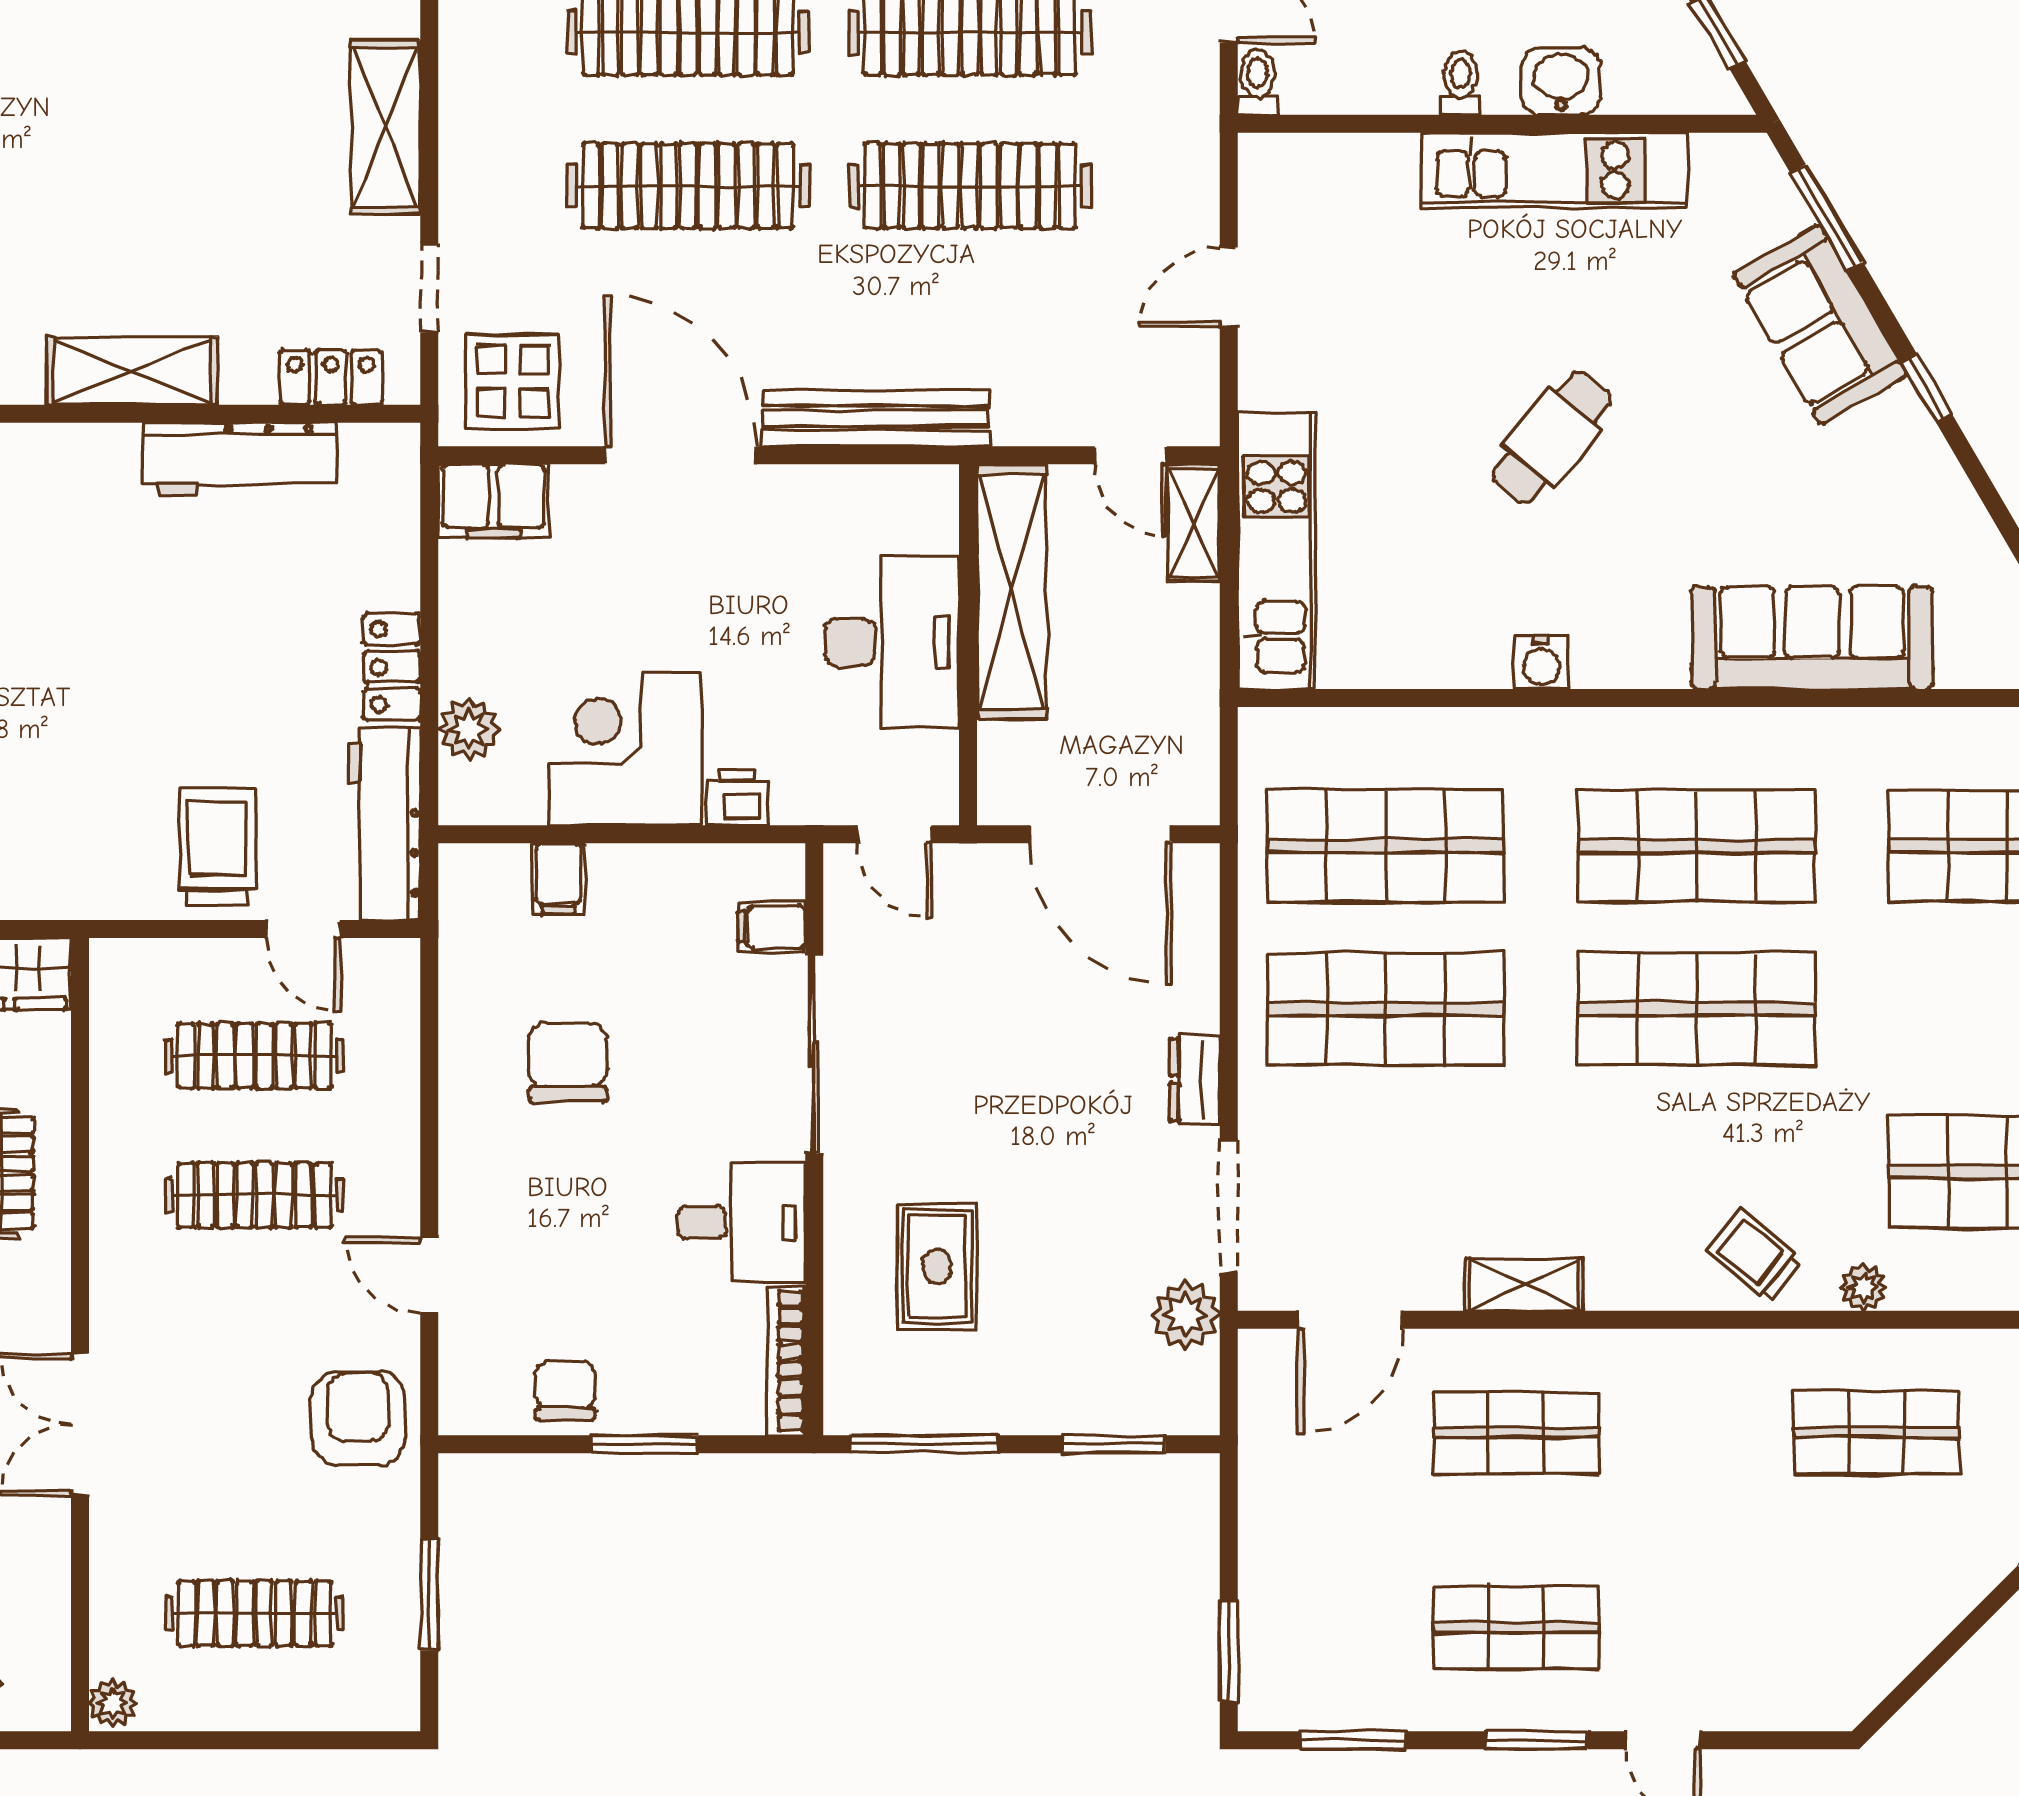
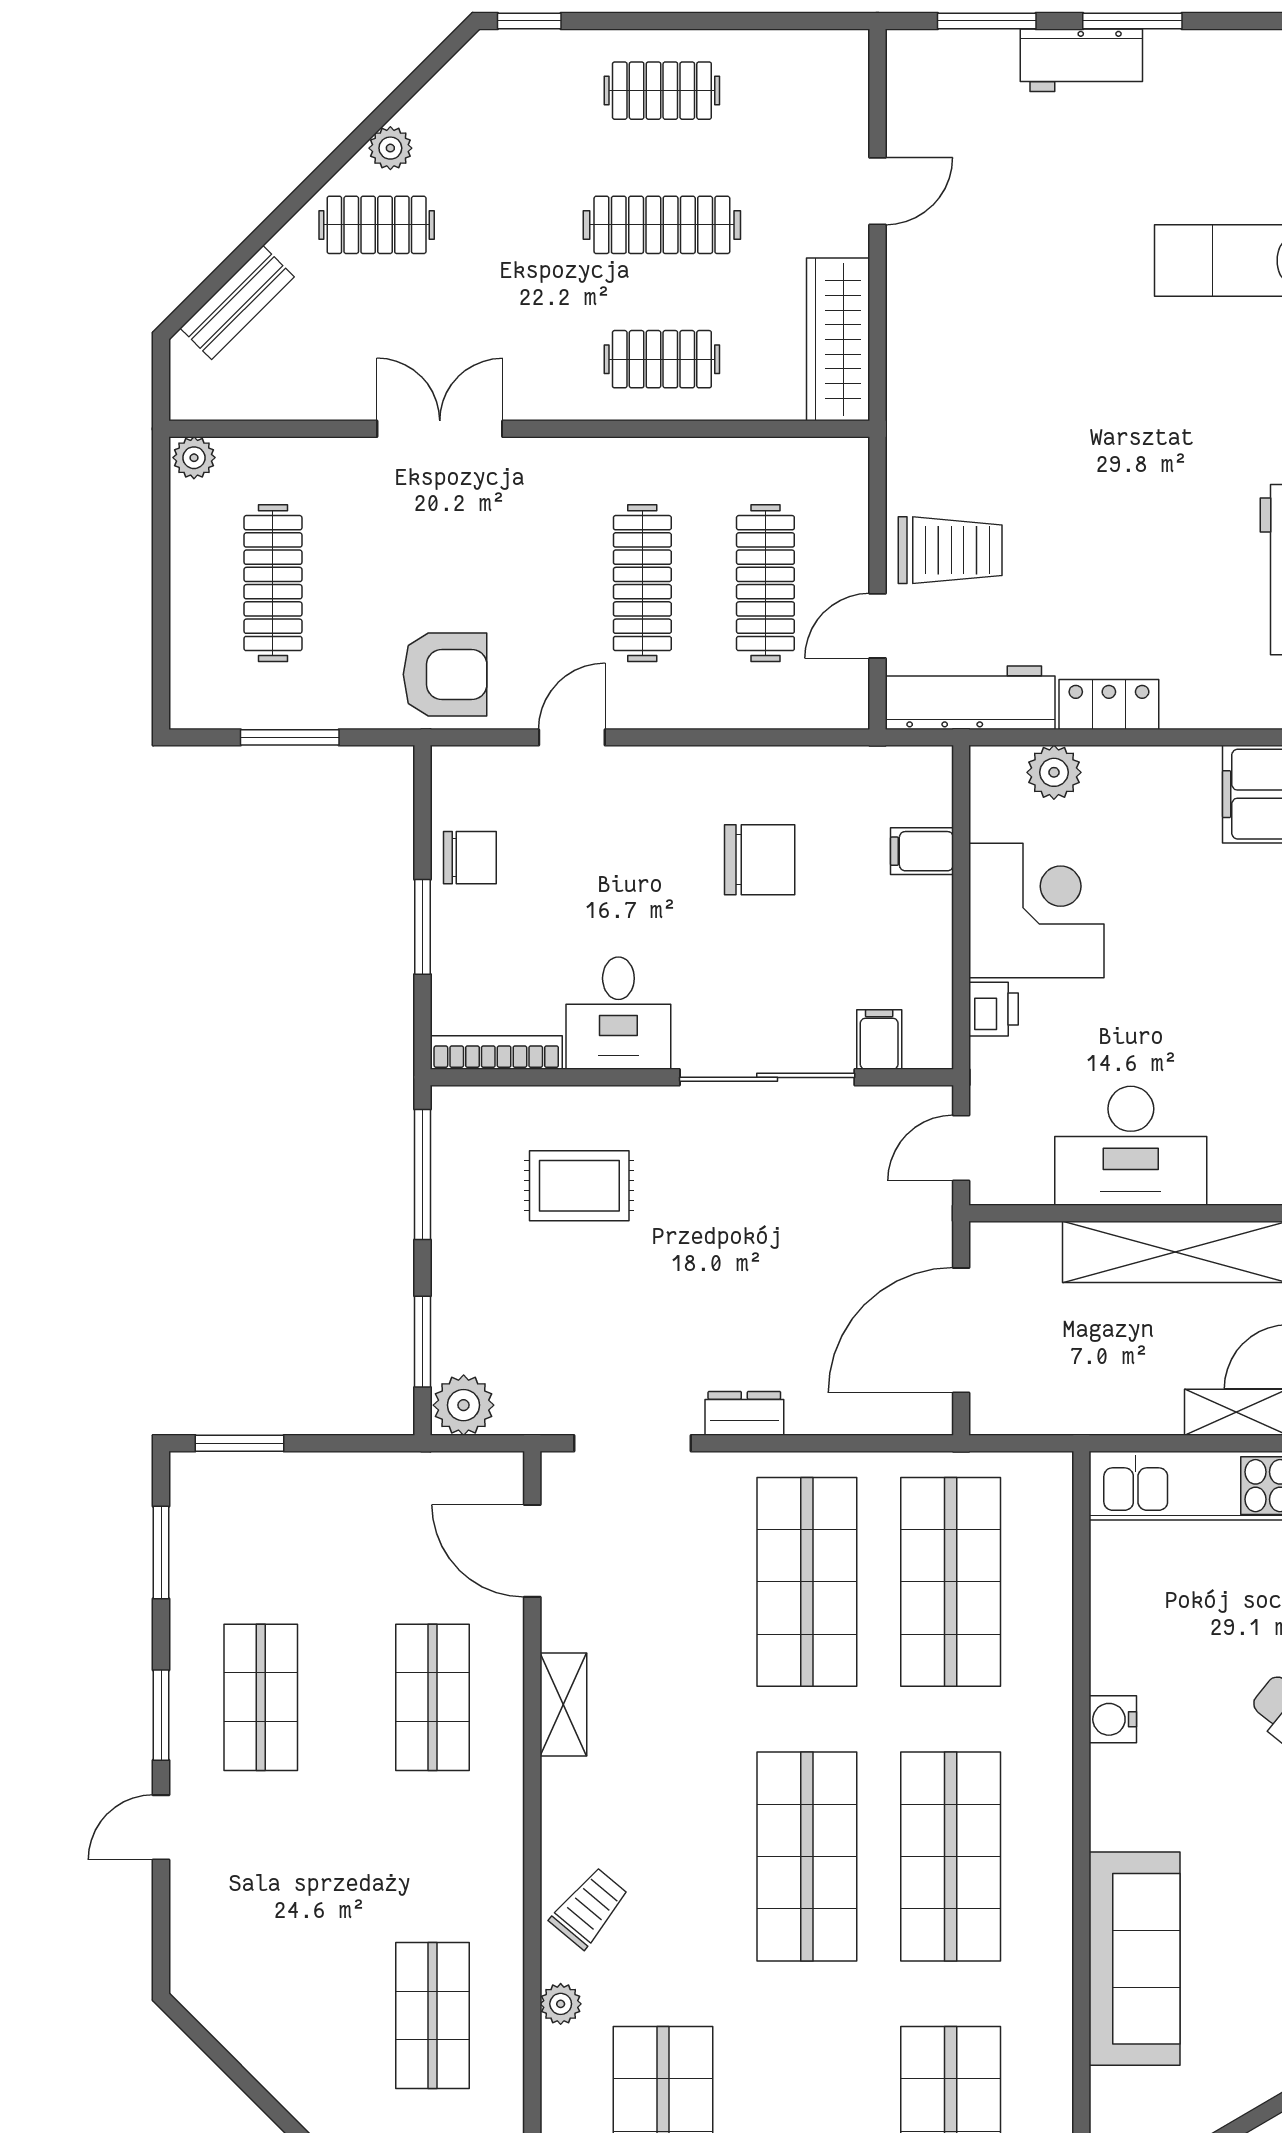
plant: (1185, 1315) -> (464, 1405), moved

